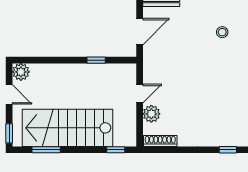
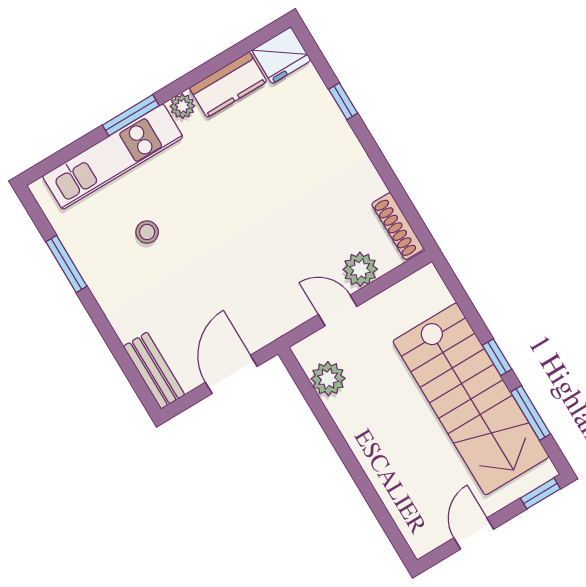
door: (140, 32) -> (231, 374), hinge flipped
window: (96, 60) -> (325, 420), removed
plant: (21, 72) -> (328, 379), moved
window: (116, 150) -> (497, 357), moved

